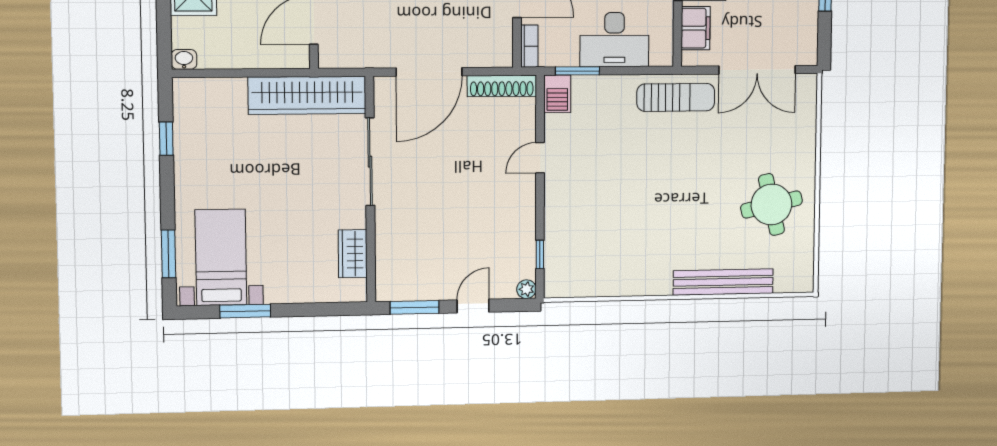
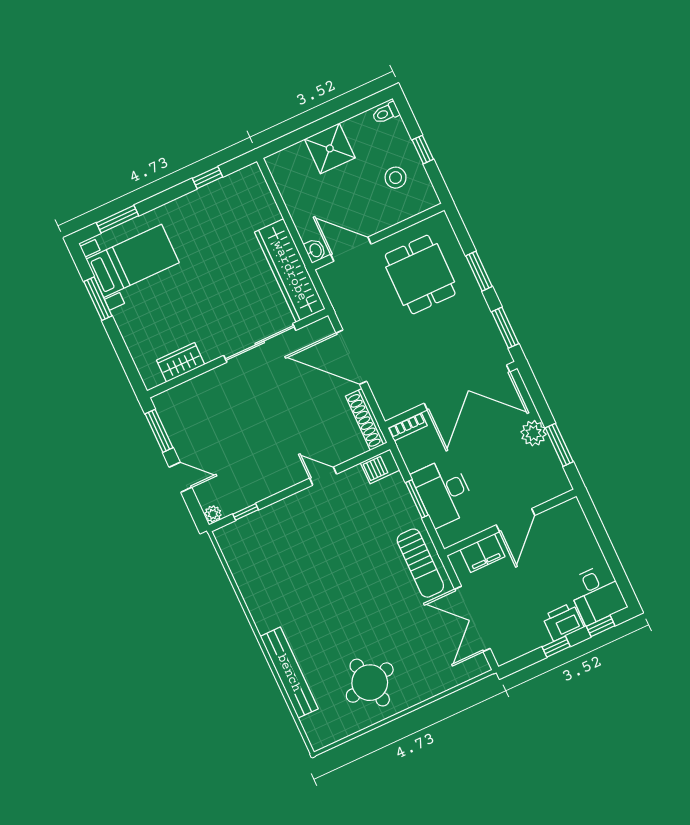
washbasin: (184, 59) -> (315, 250), moved
window: (577, 71) -> (417, 499), moved

